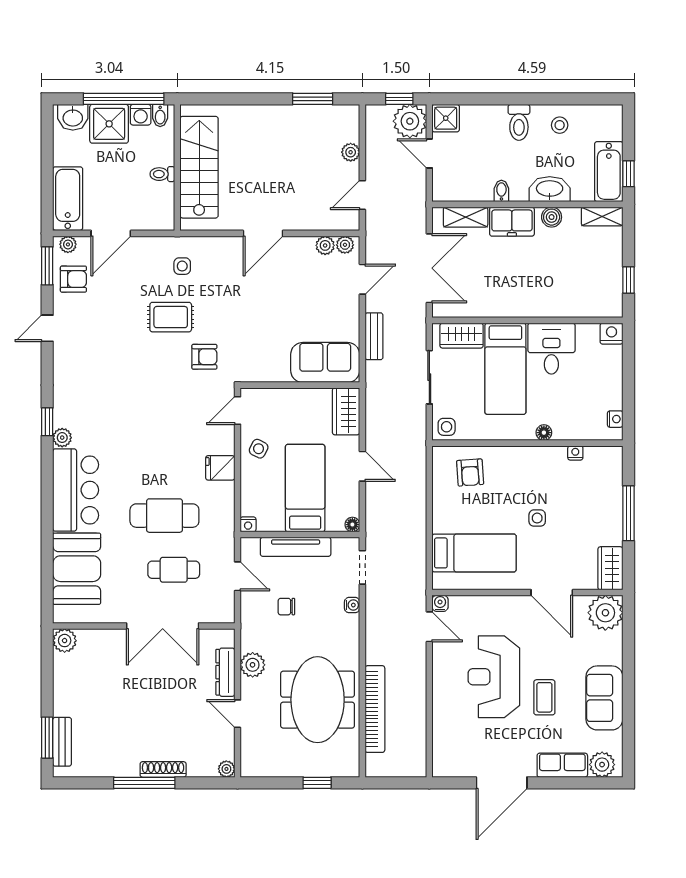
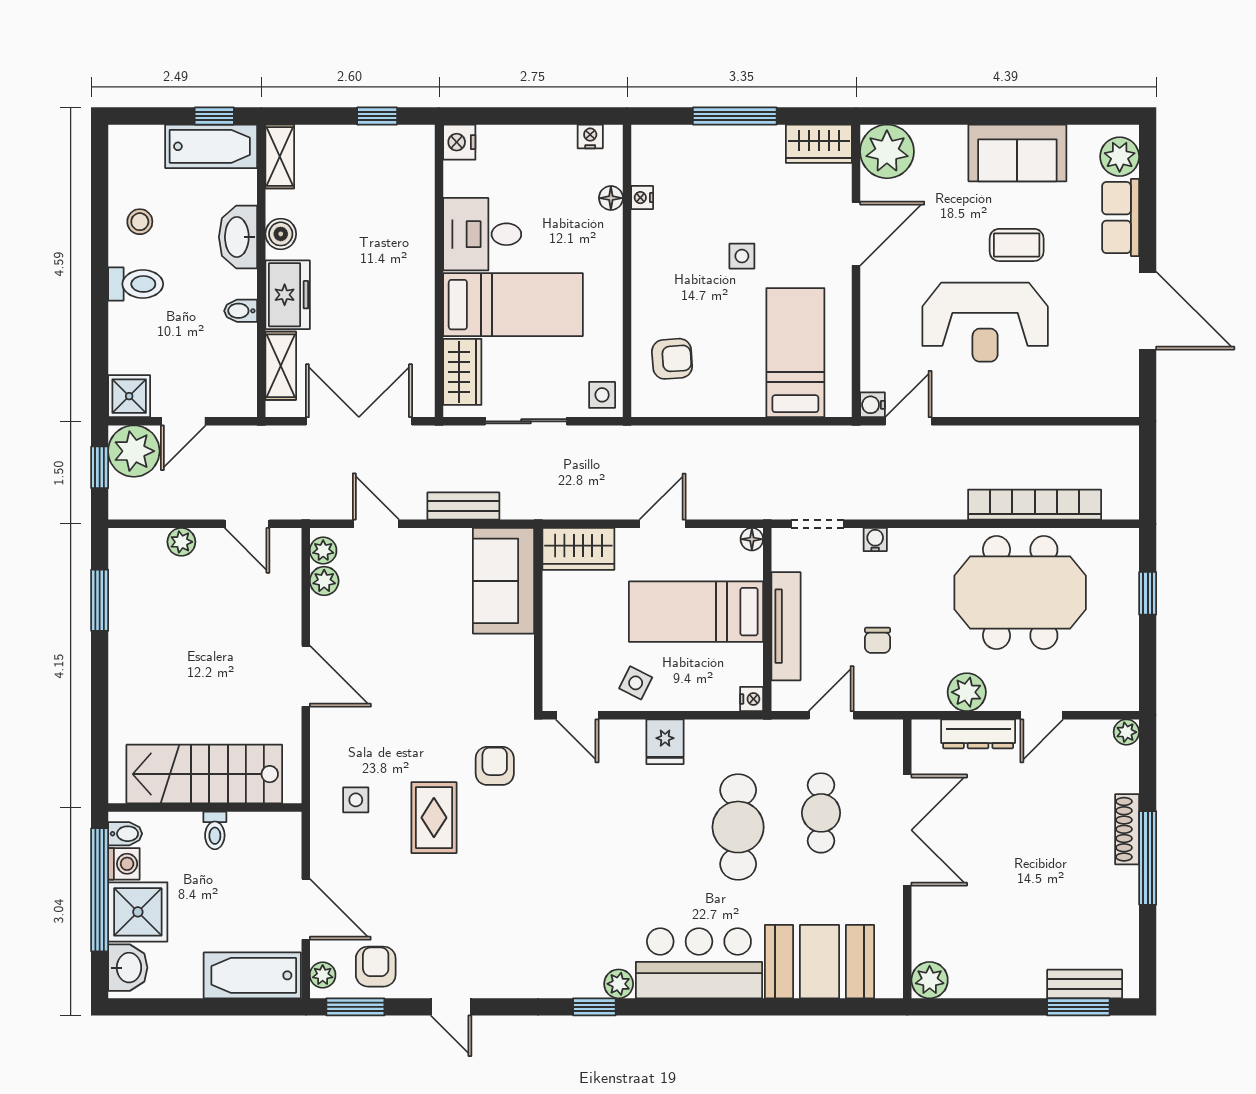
floor lamp: (544, 433) -> (611, 198), moved

